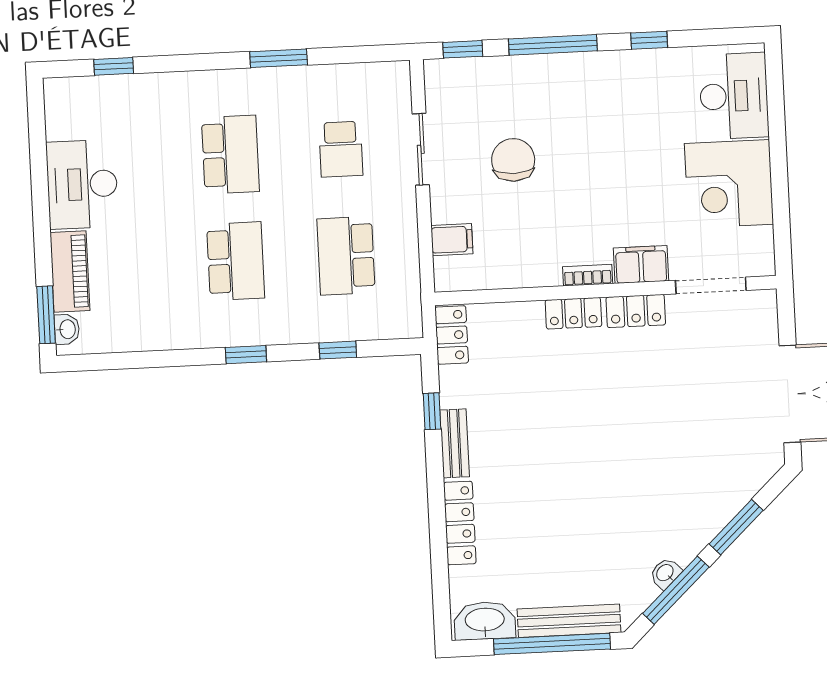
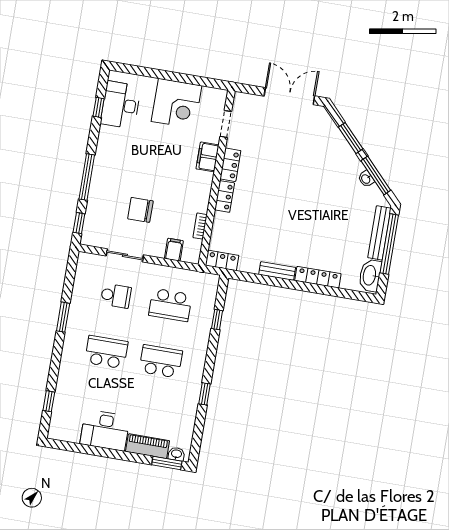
window: (649, 40) -> (99, 107), moved
desk: (734, 96) -> (121, 105), moved, turned -90
bookcase: (588, 275) -> (200, 226), moved
doorway: (711, 285) -> (226, 124), width x0.73
window: (246, 355) -> (204, 394), moved
window: (432, 411) -> (258, 279), removed

